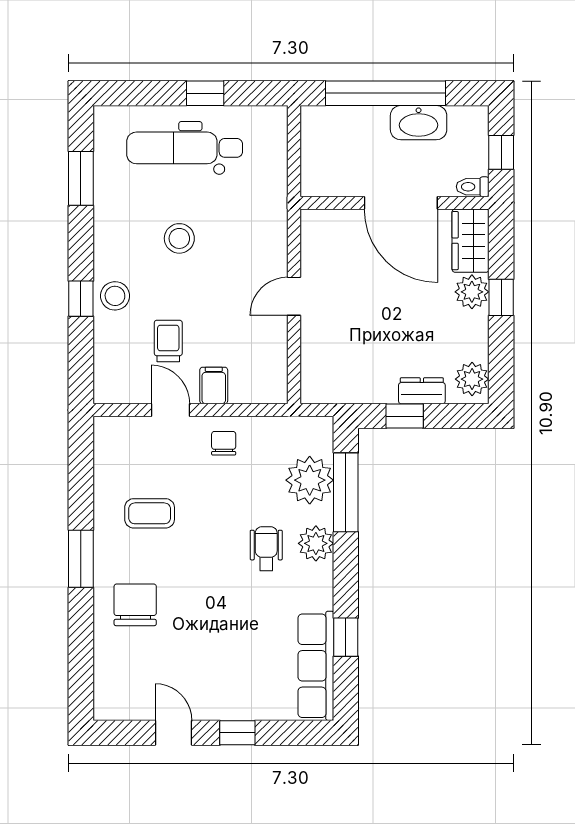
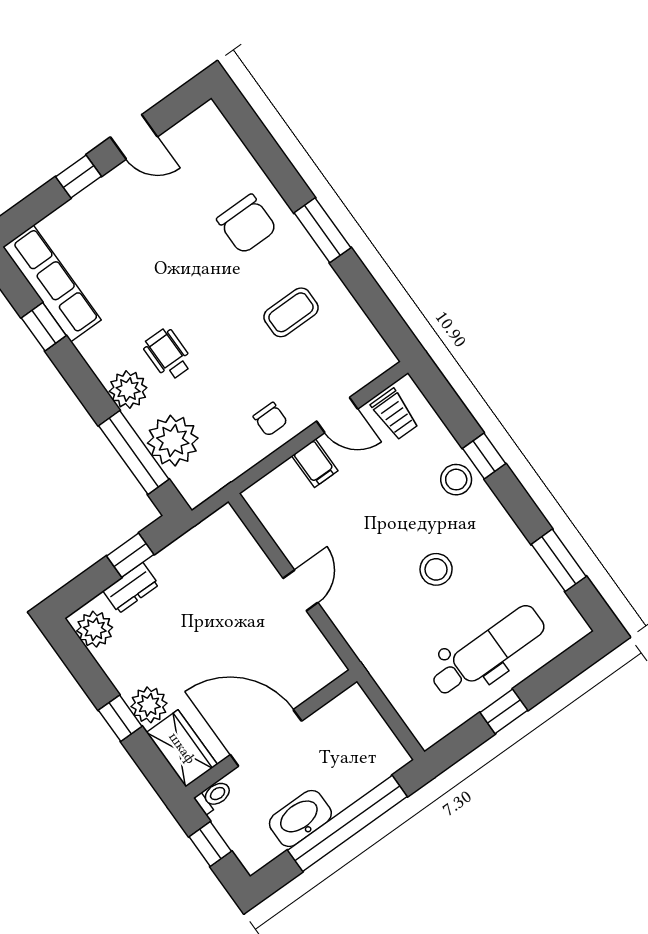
trolley: (168, 341) -> (395, 414), moved
wheelchair: (266, 549) -> (168, 354), turned 180

